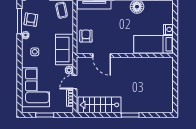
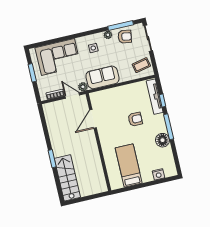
nightstand: (168, 29) -> (158, 174), moved
armchair: (86, 36) -> (135, 119), moved
door: (102, 55) -> (93, 119), moved
wall: (125, 55) -> (98, 142), moved
stairs: (100, 105) -> (67, 178), moved

